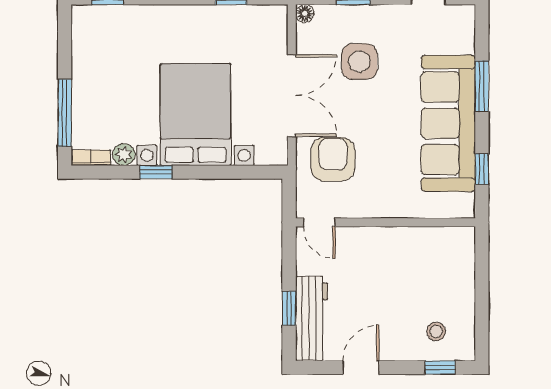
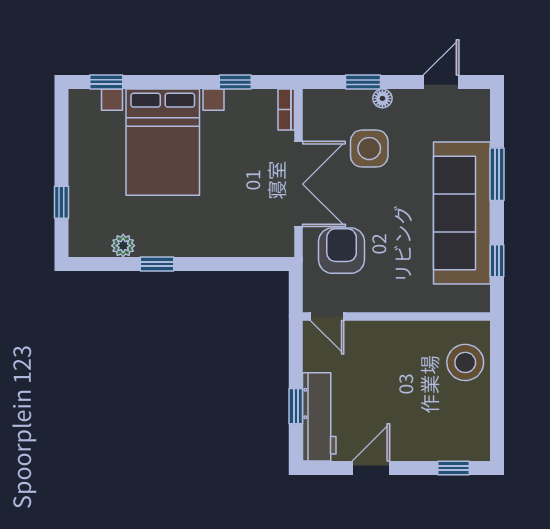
floor lamp: (305, 14) -> (382, 98), moved
window: (65, 113) -> (61, 202), width x0.46
bed with nightstands: (195, 115) -> (163, 142), moved, turned 180
bookcase: (91, 158) -> (286, 110), moved, turned -90
stool: (436, 331) -> (465, 362), moved, width x1.89, depth x1.89

